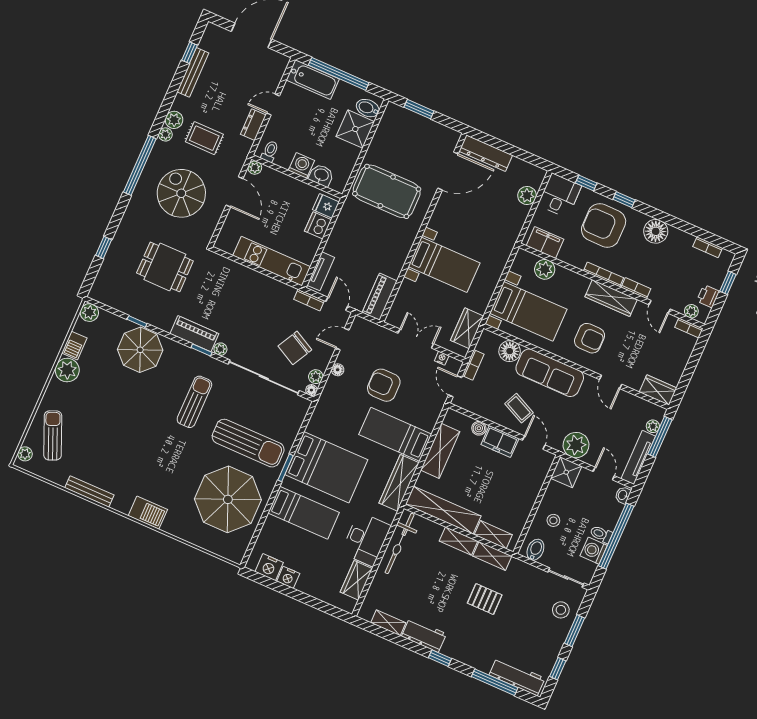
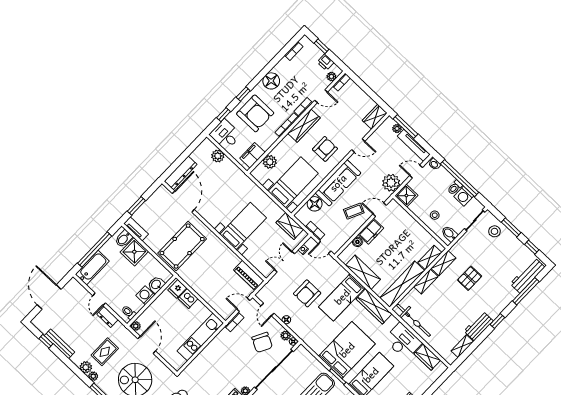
door: (235, 192) -> (147, 345), hinge flipped
armchair: (604, 226) -> (255, 113), turned -90
tv unit: (321, 271) -> (136, 229), moved

